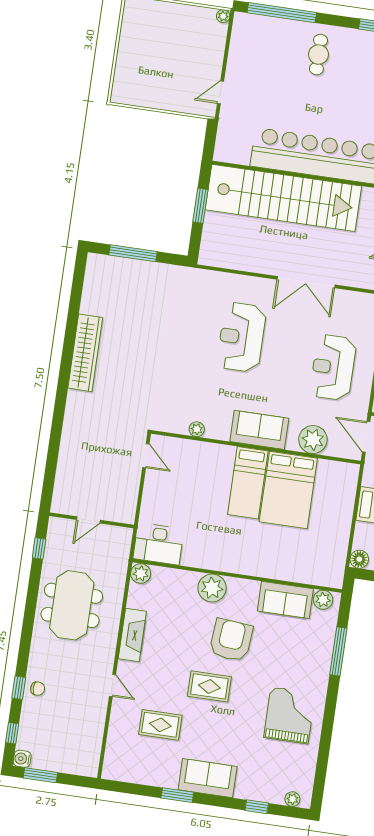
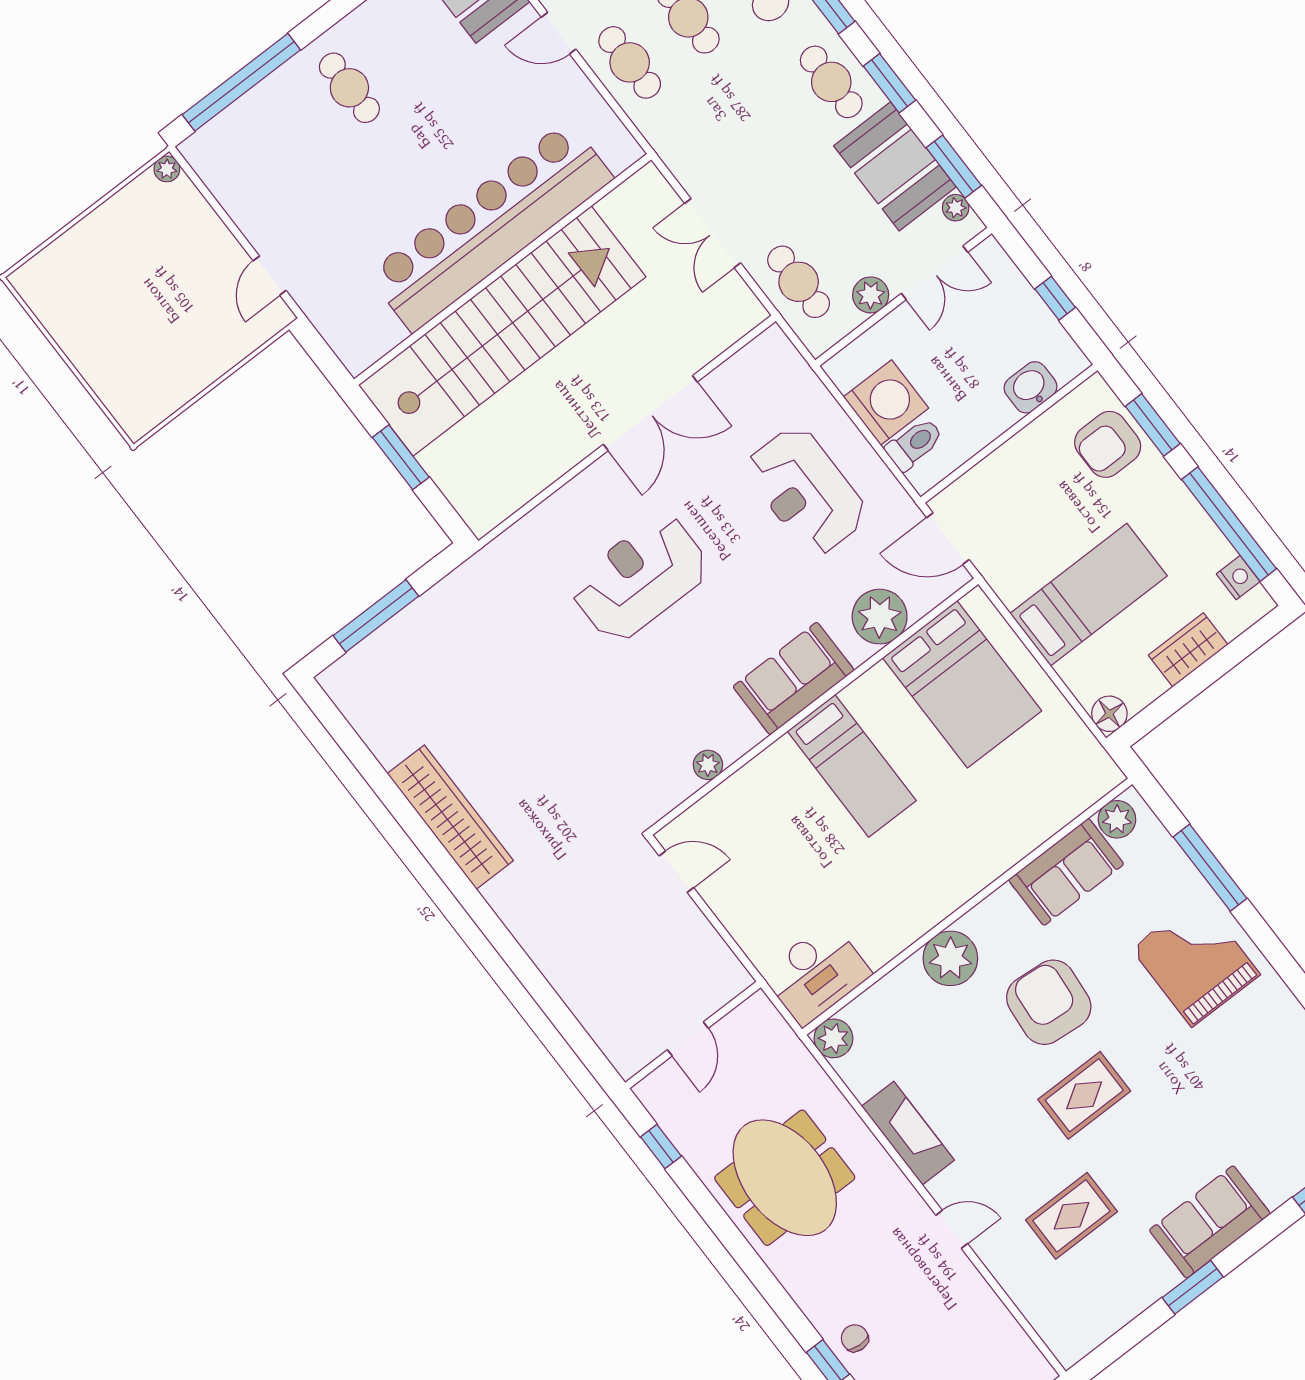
reception desk: (241, 337) -> (640, 578), turned 90
bed: (288, 490) -> (962, 684), moved
chair: (38, 689) -> (855, 1338), turned -87
grand piano: (289, 715) -> (1196, 961), moved

